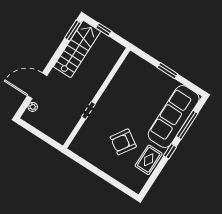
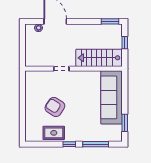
stairs: (77, 49) -> (99, 58), moved, turned 180
window: (168, 71) -> (125, 123), moved
sofa: (174, 117) -> (112, 97), moved, turned -90

